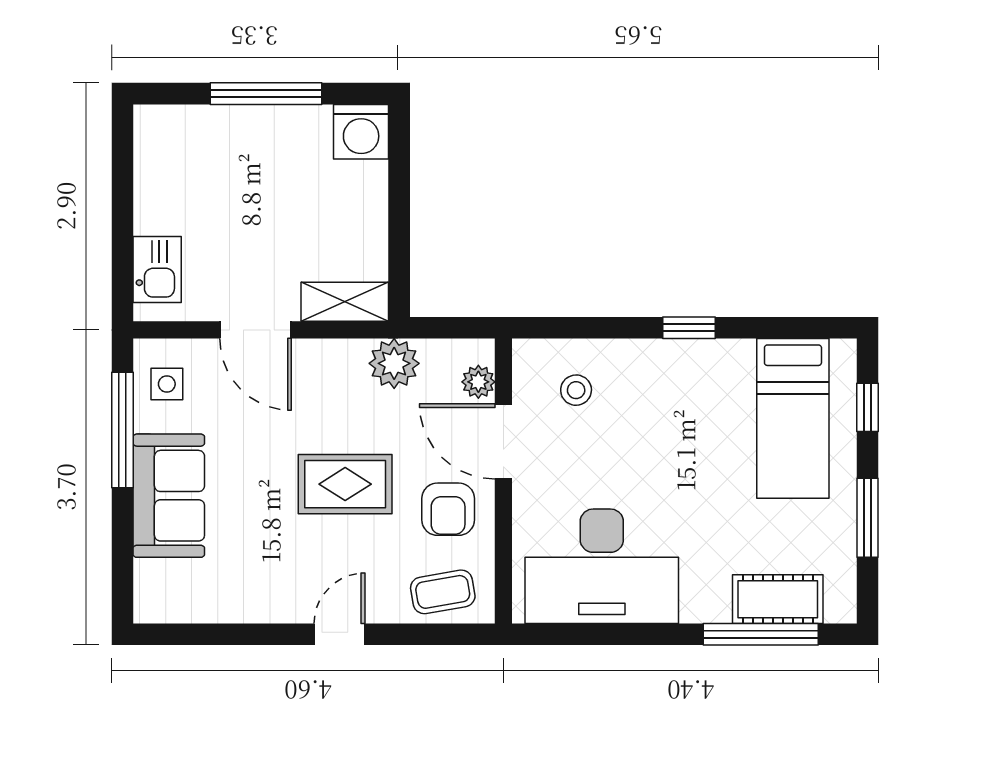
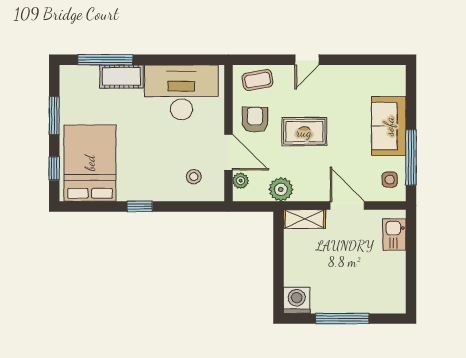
bed: (793, 418) -> (90, 163), width x1.50
cot: (778, 599) -> (121, 77), moved

